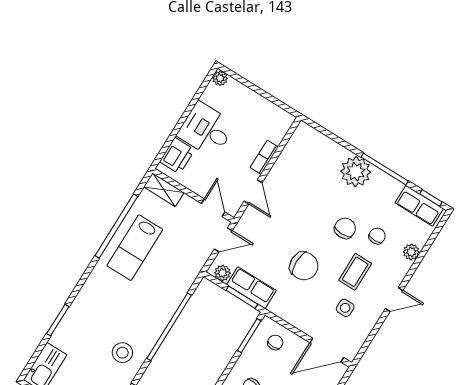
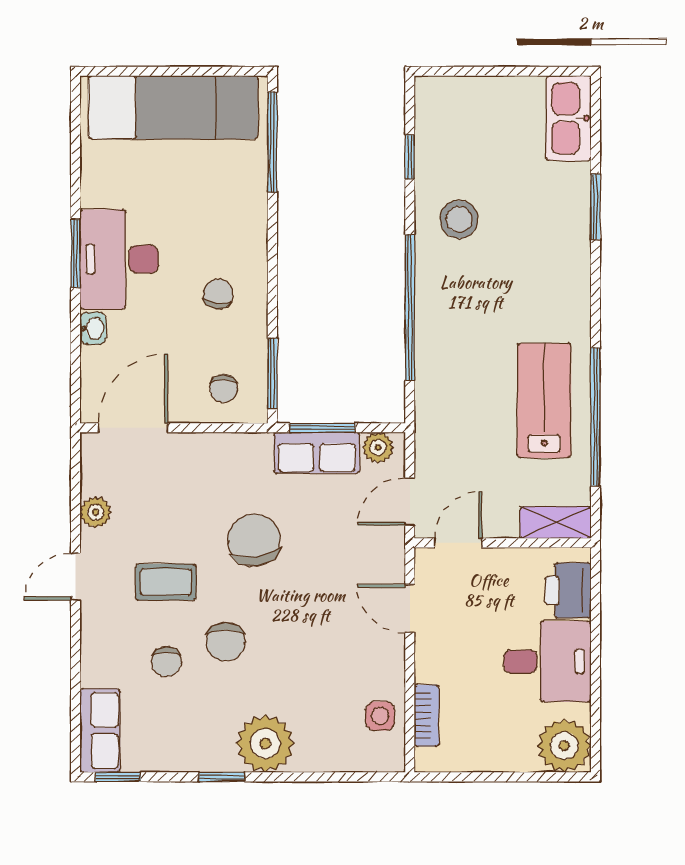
plant: (220, 78) -> (564, 746), width x1.88, depth x1.88
bookcase: (264, 157) -> (427, 715), moved
window: (385, 169) -> (222, 777), width x0.46
row of seats: (419, 206) -> (100, 731), moved, turned 90
door: (213, 208) -> (458, 543), swing flipped
plant: (411, 252) -> (96, 512), moved
chair: (304, 266) -> (254, 540), turned 82
coffee table: (355, 272) -> (166, 582), turned 90
side table: (345, 308) -> (380, 716), moved

